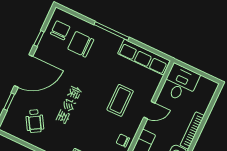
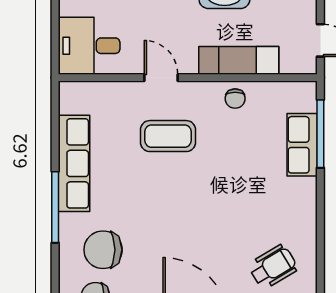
chair: (81, 44) -> (103, 250), turned 90
row of seats: (144, 57) -> (74, 163), moved

